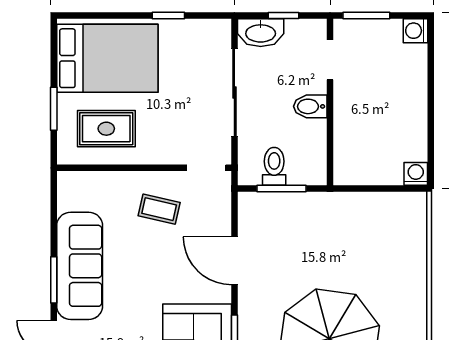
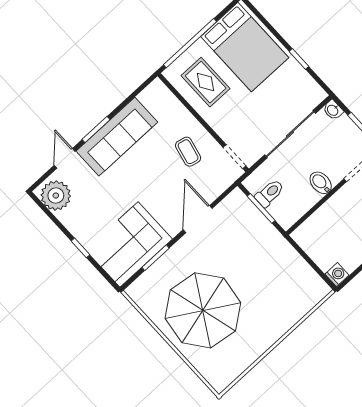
washbasin: (261, 33) -> (333, 110), width x0.52, depth x0.69
window: (54, 109) -> (190, 43), width x2.11

